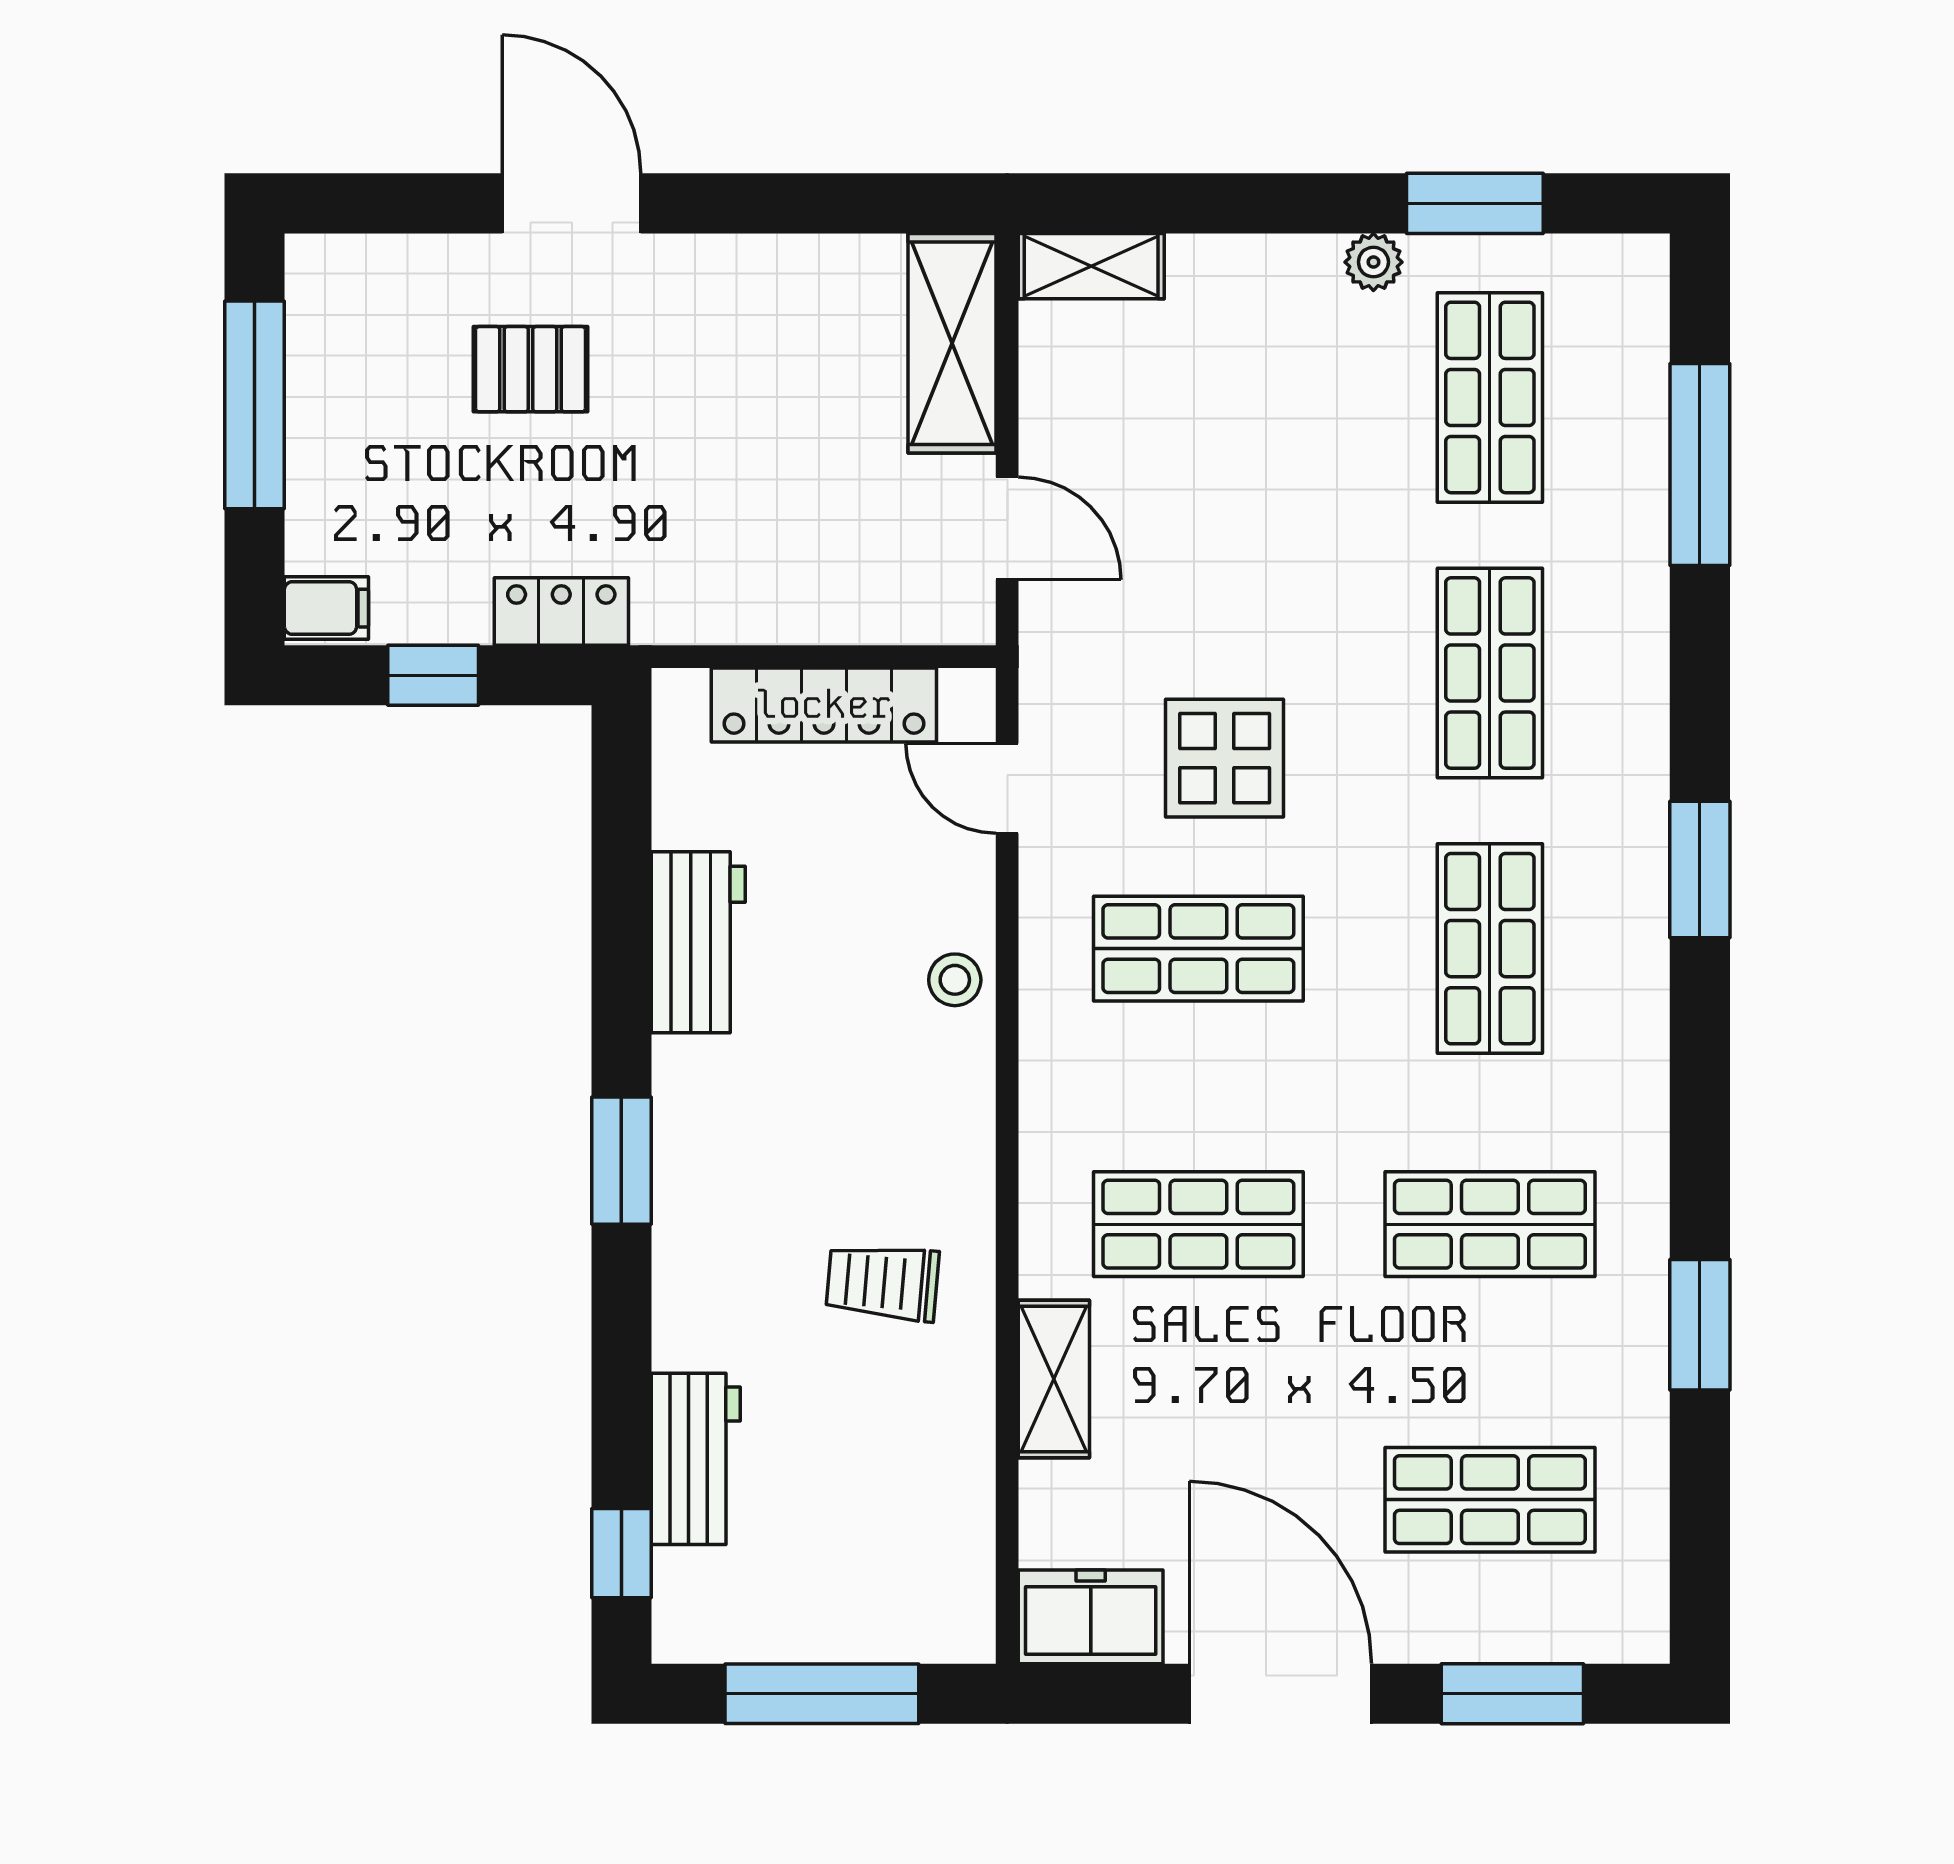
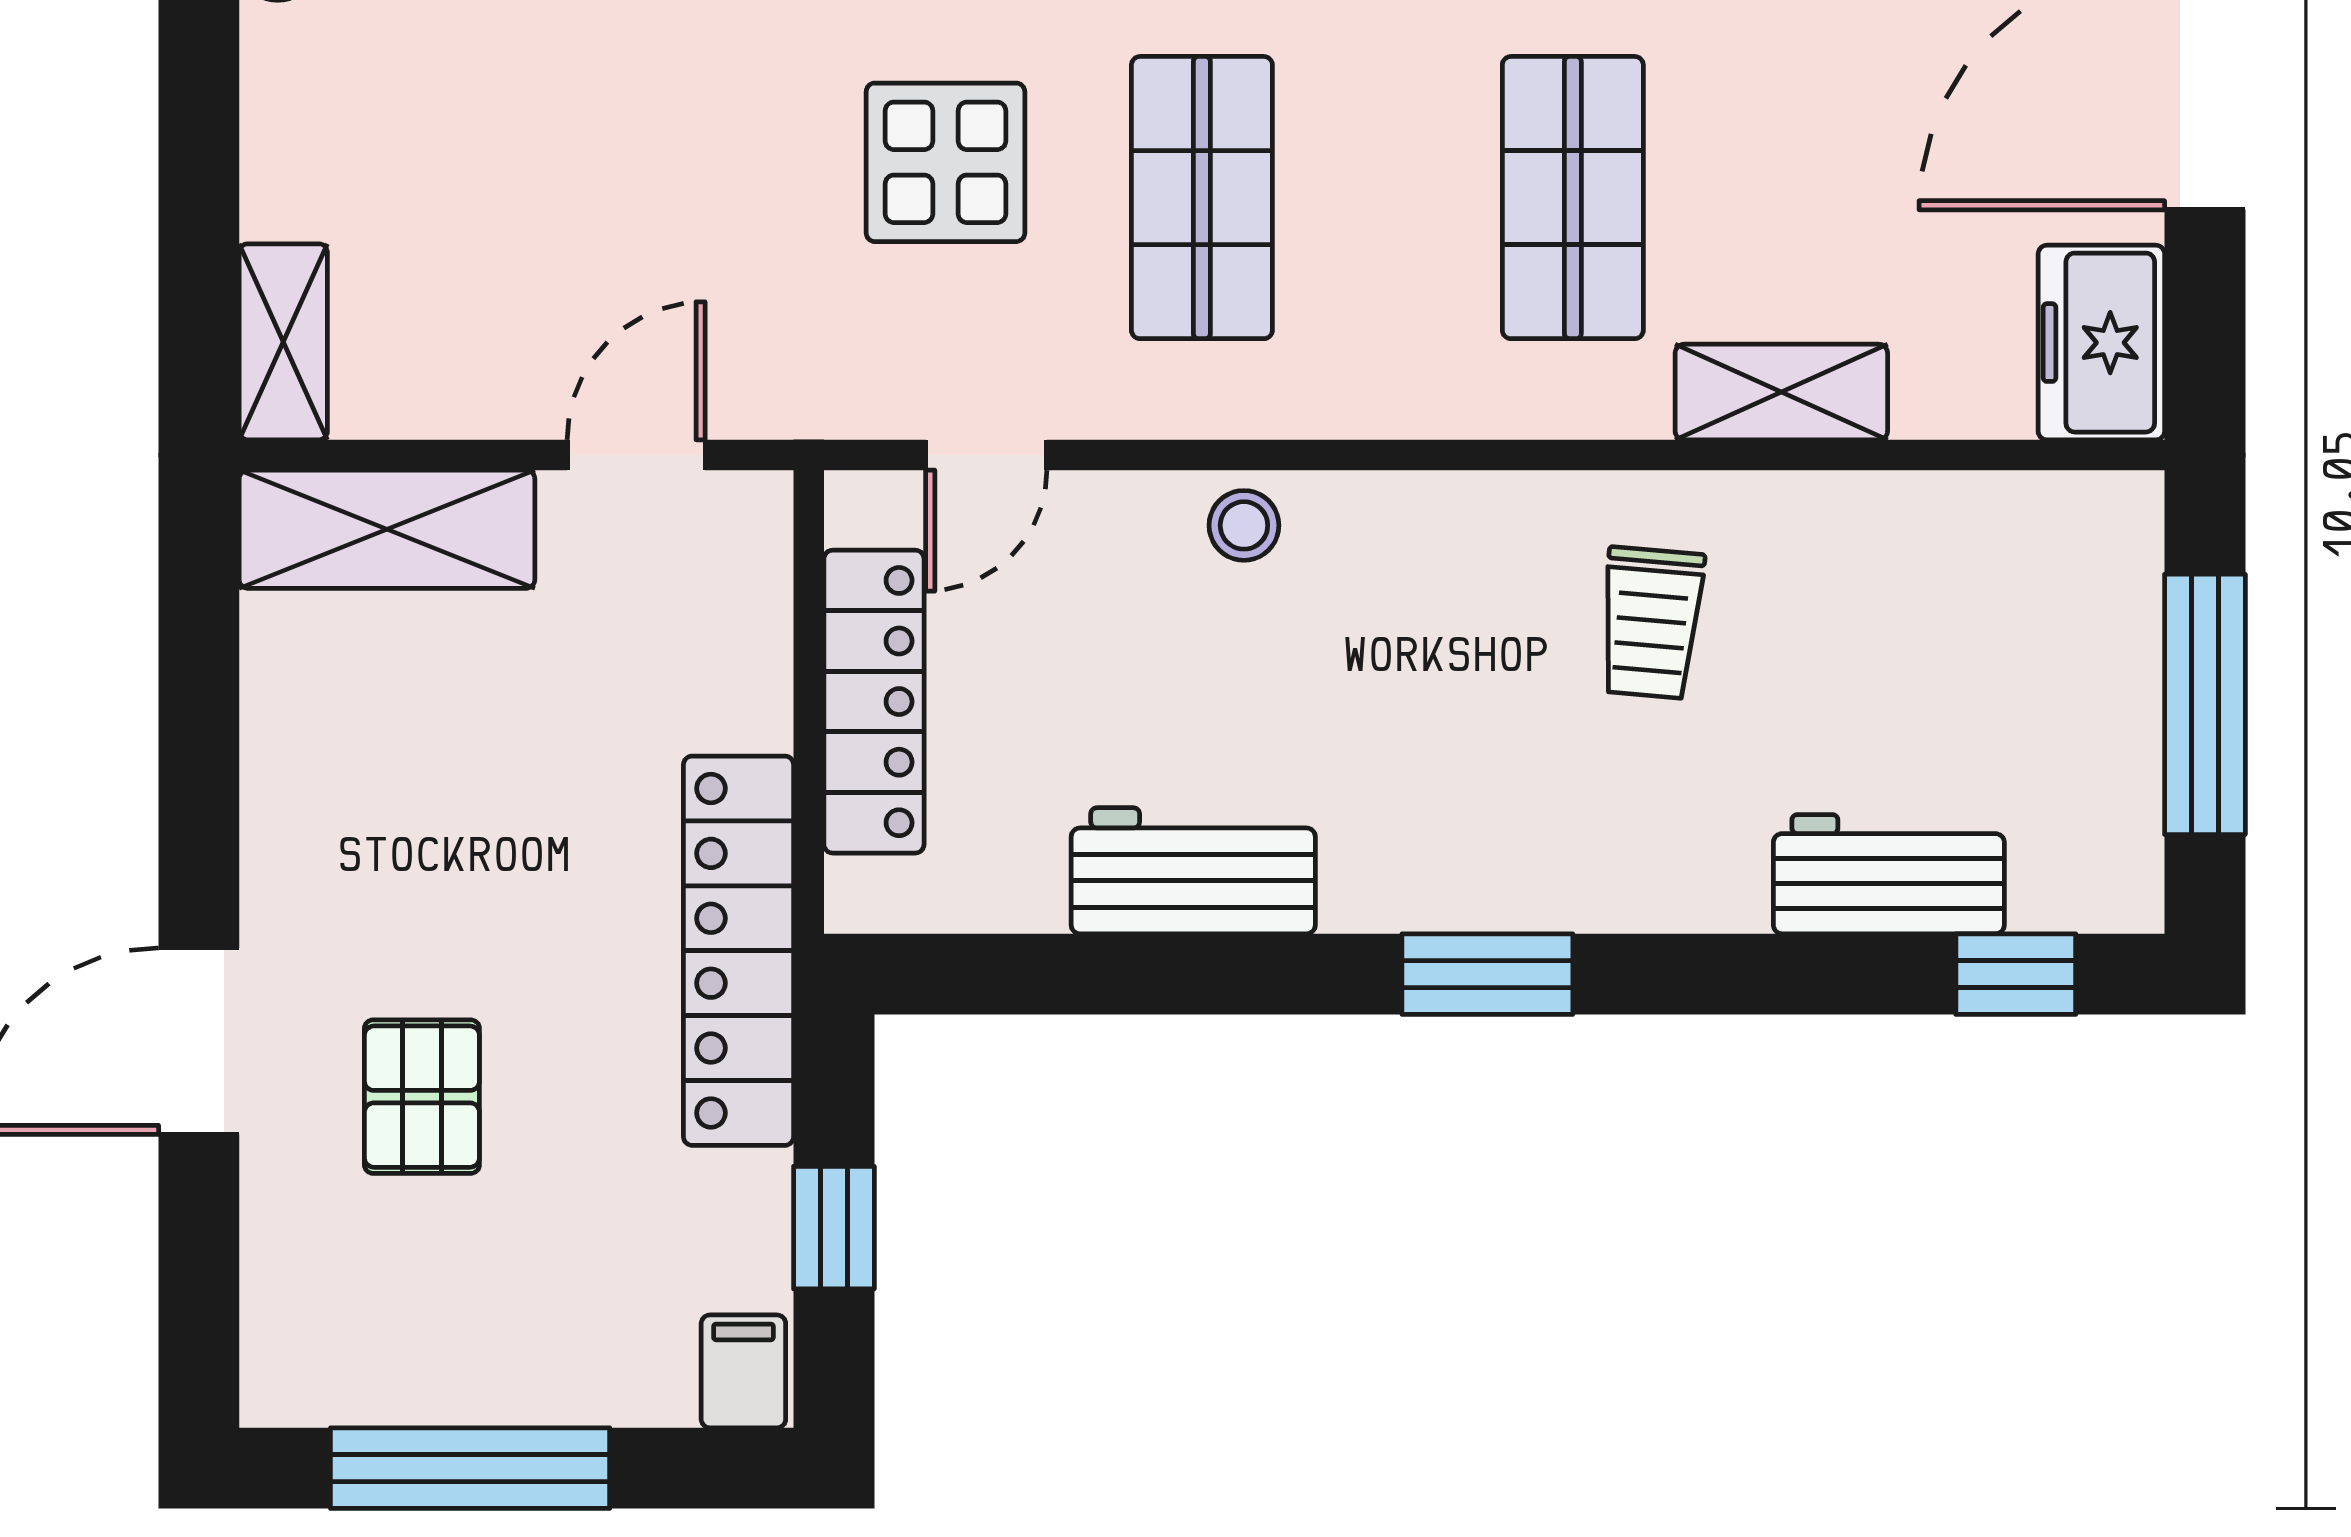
locker: (561, 611) -> (739, 951), width x2.16, depth x1.21

